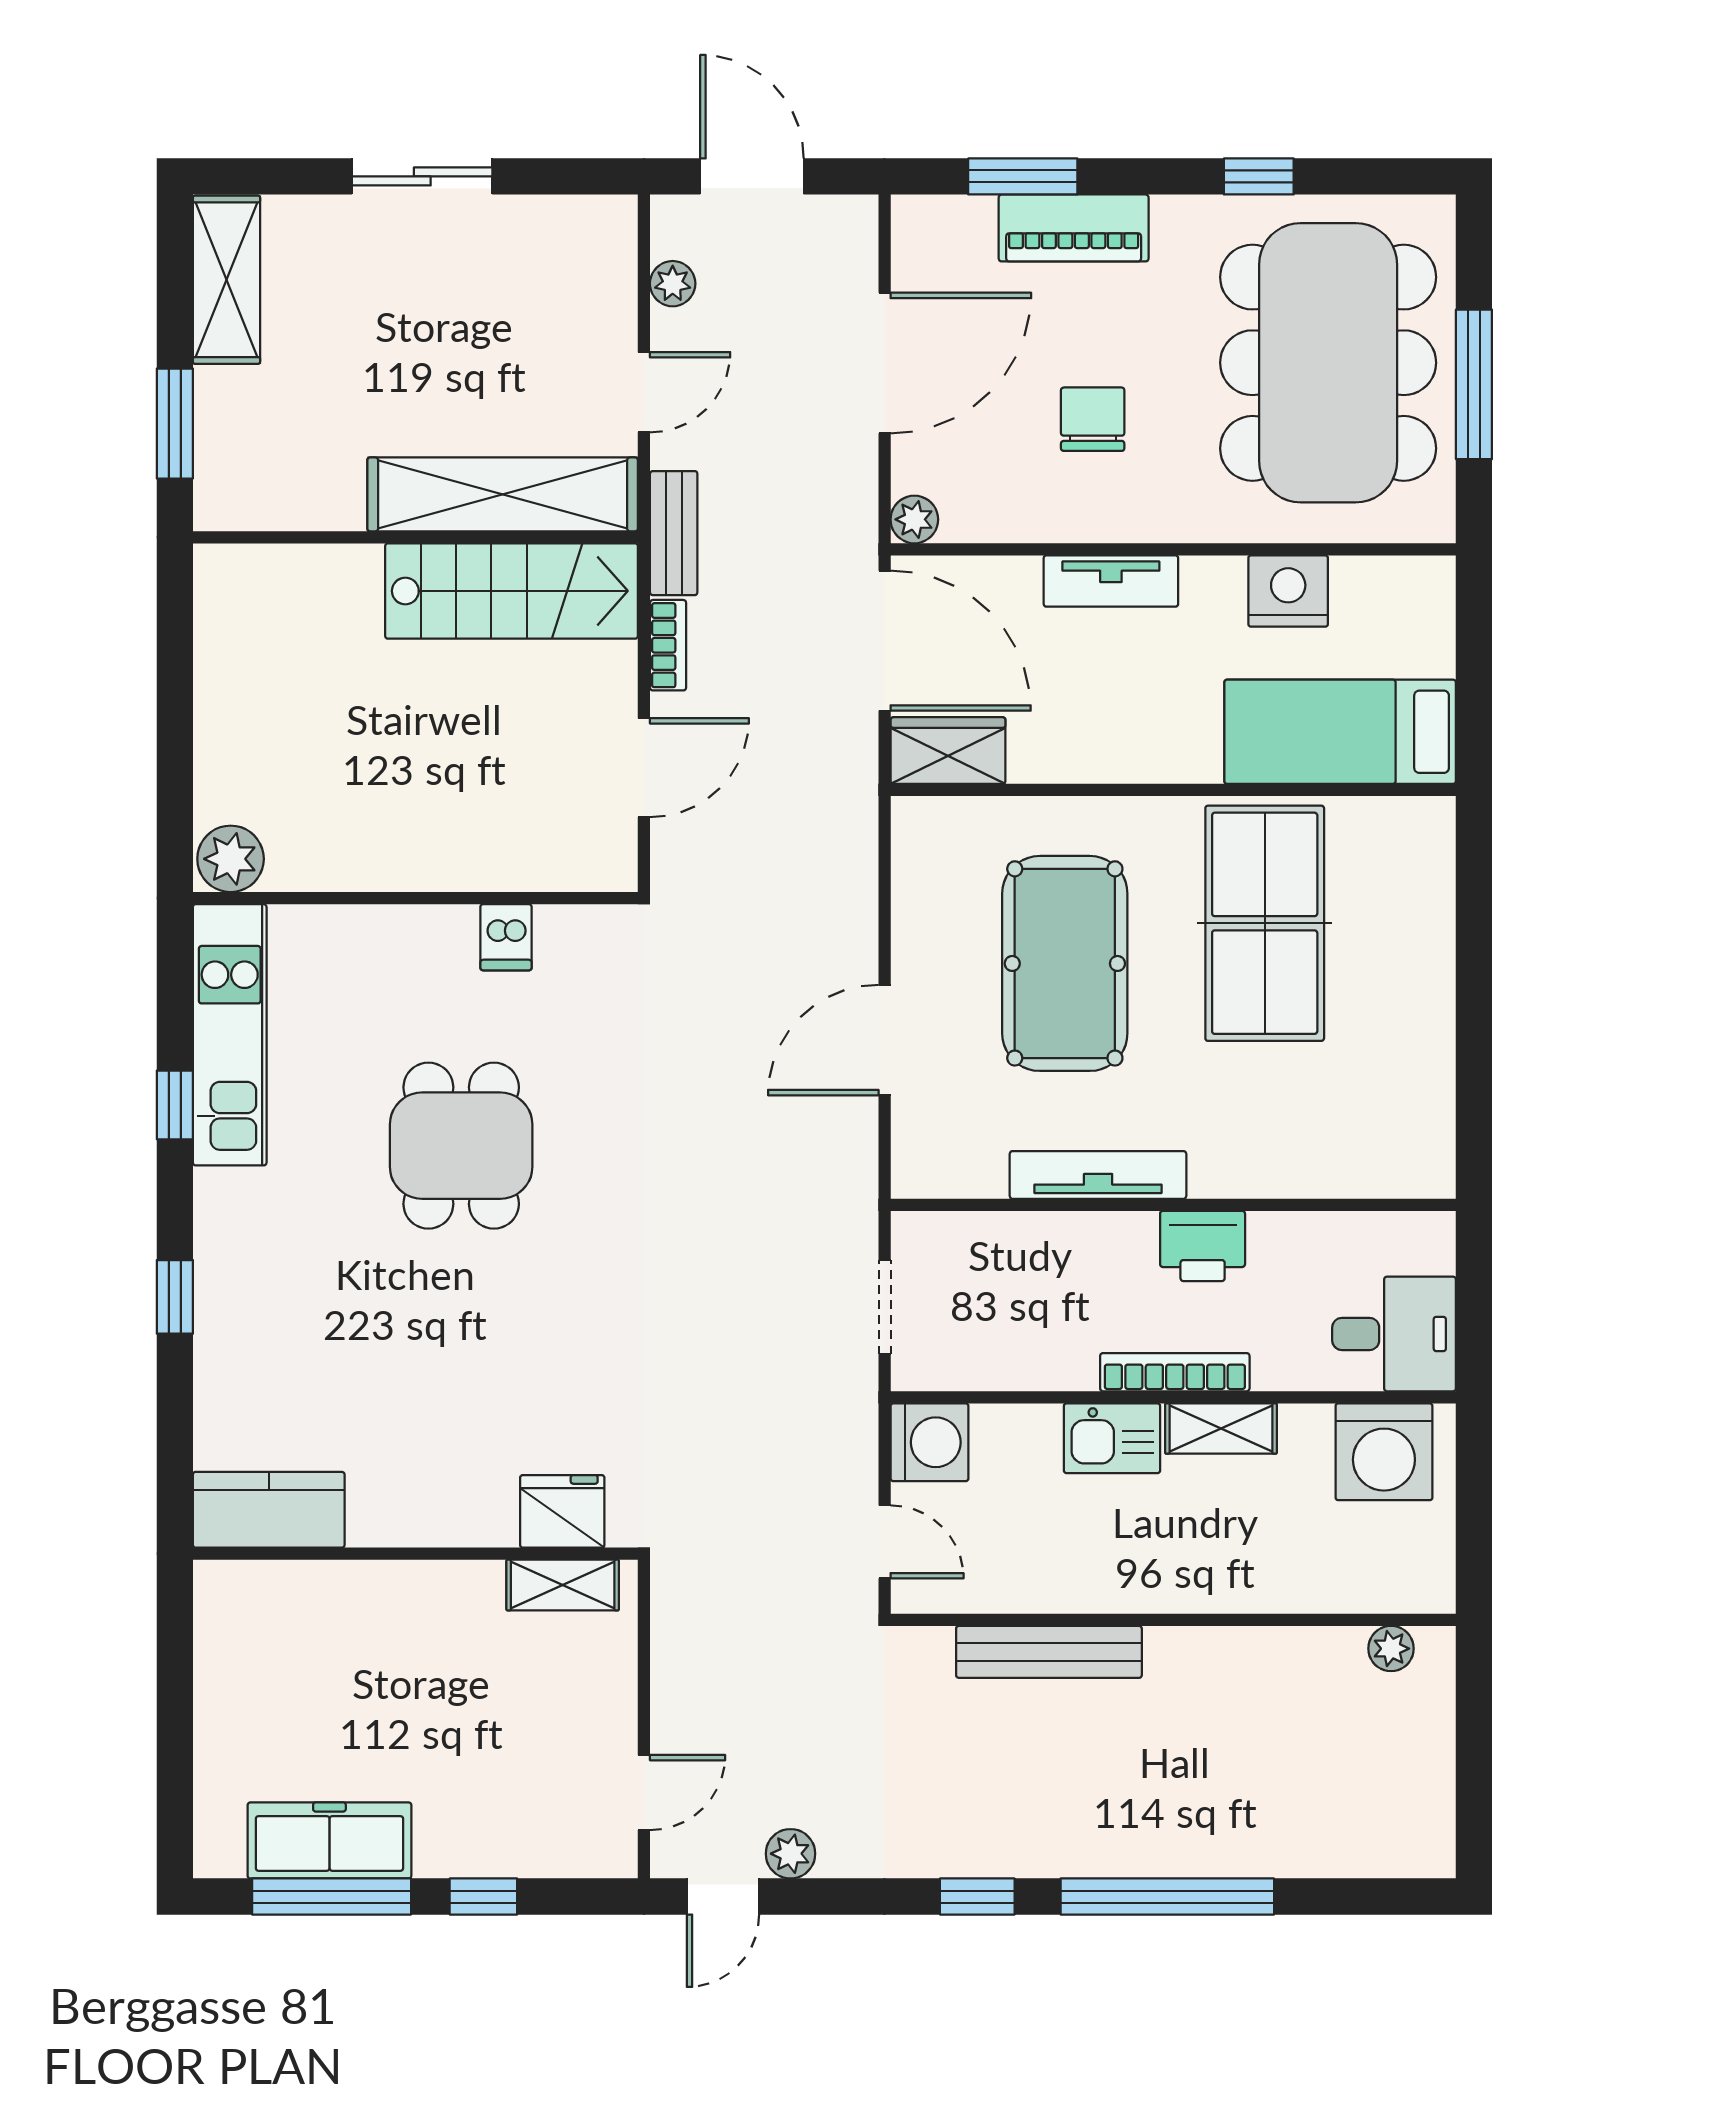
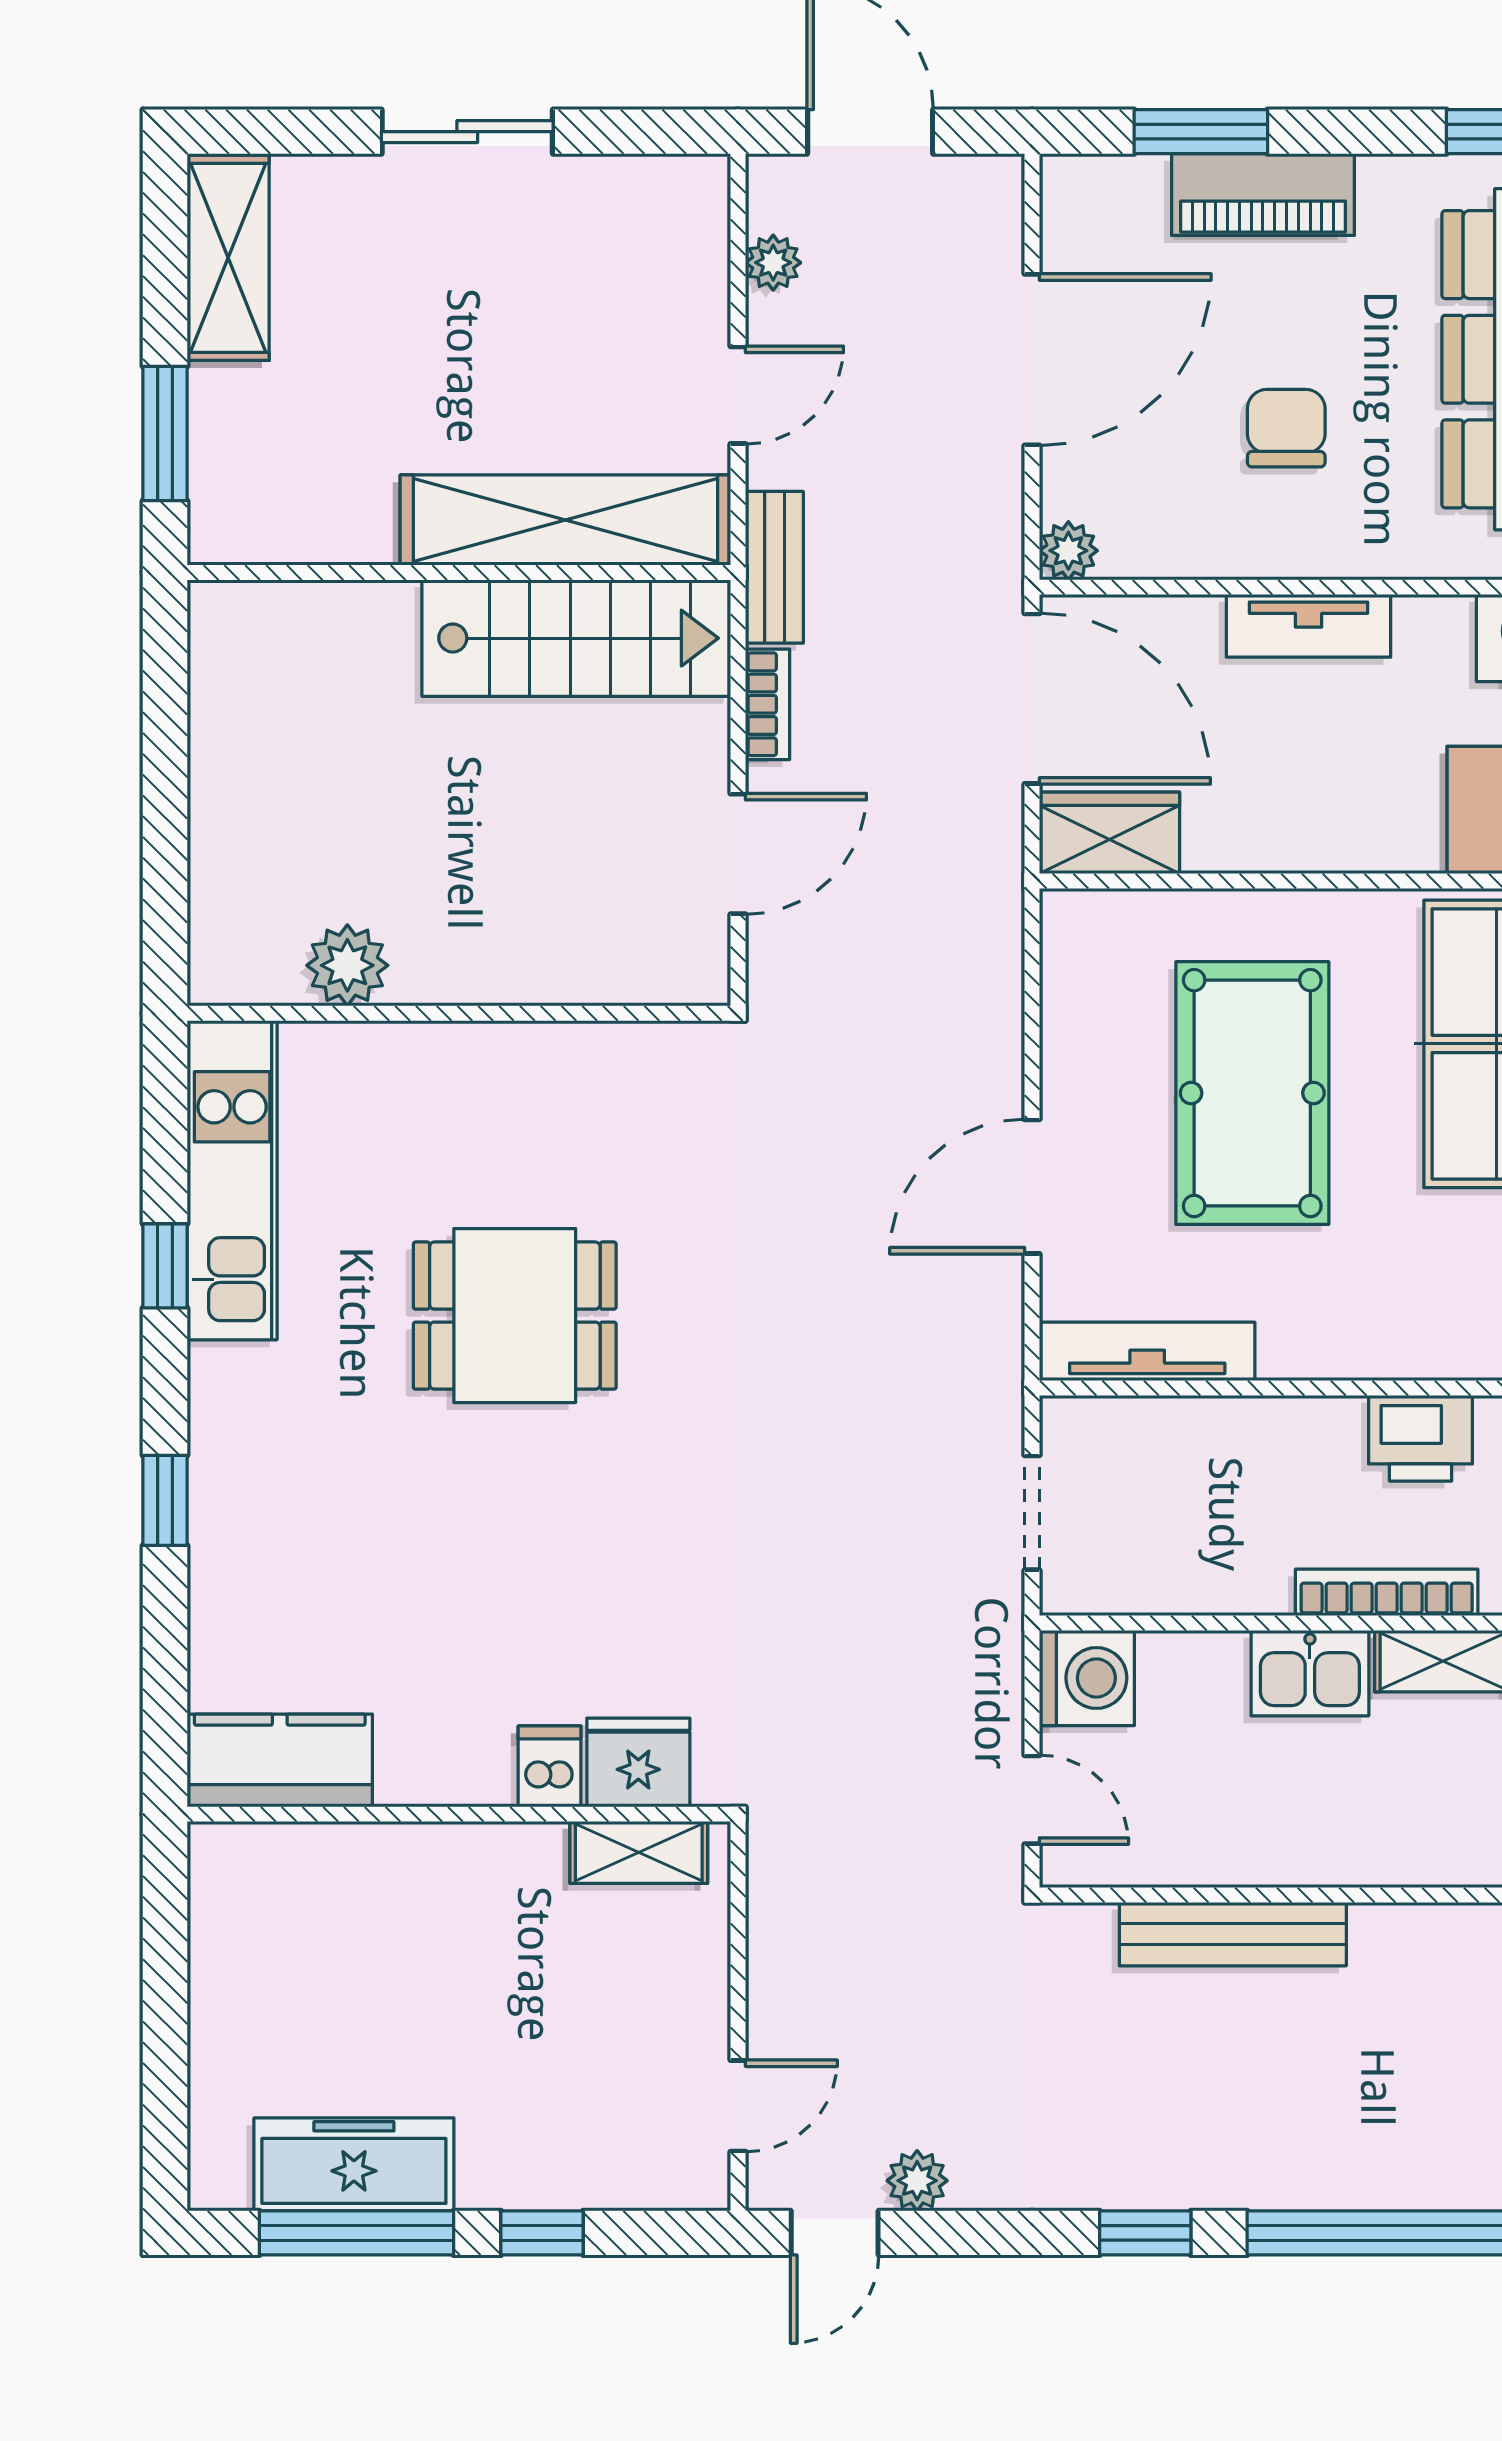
plant: (231, 859) -> (347, 965), moved
dishwasher: (506, 937) -> (550, 1766), moved, turned 180
dining table: (461, 1146) -> (515, 1316), turned 90
tv unit: (1098, 1175) -> (1147, 1351), moved

